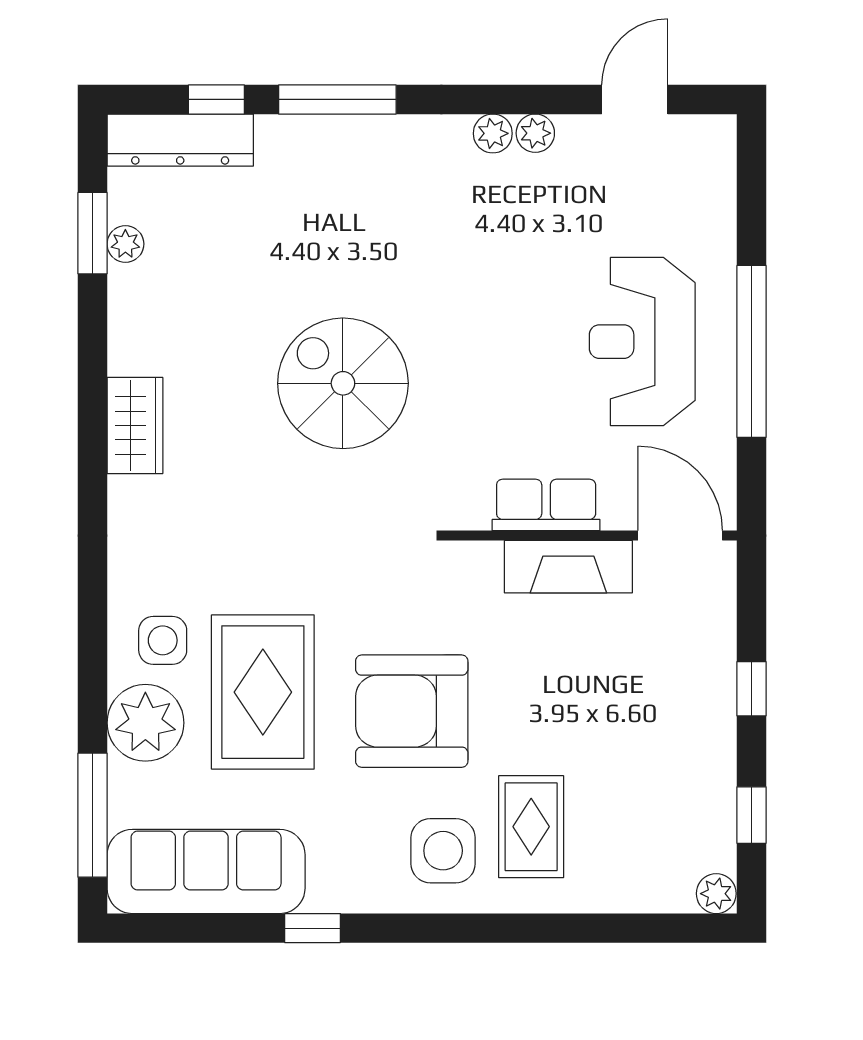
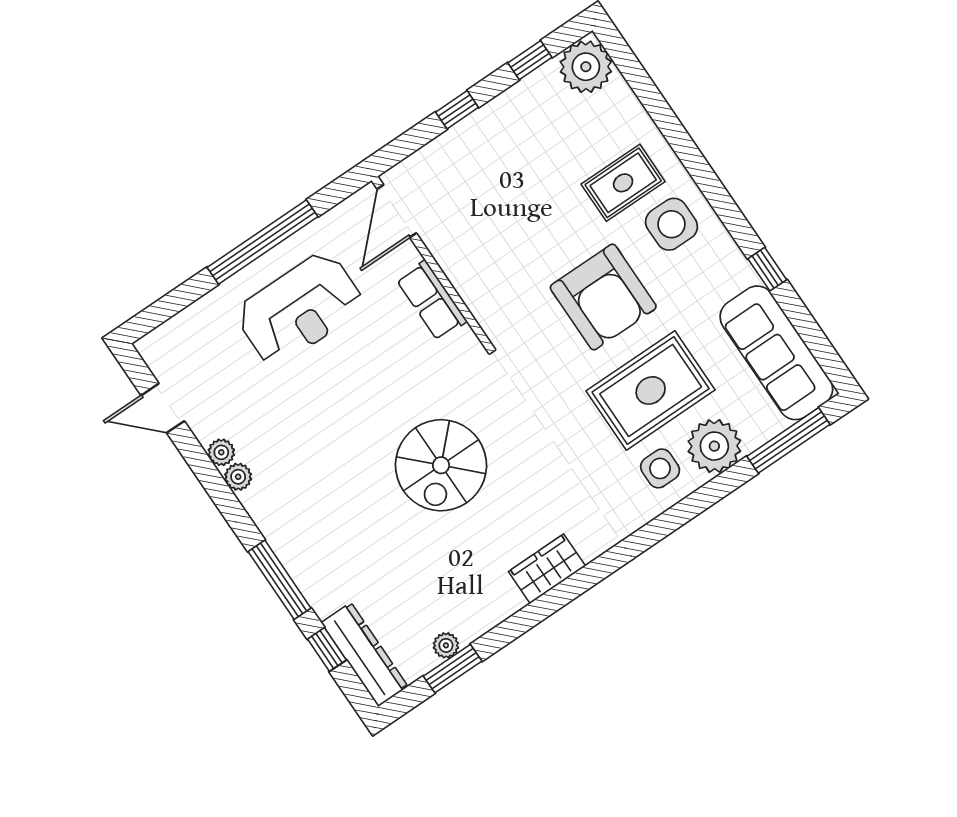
fireplace: (568, 567) -> (458, 263), removed
plant: (716, 894) -> (586, 67), width x1.88, depth x1.88

